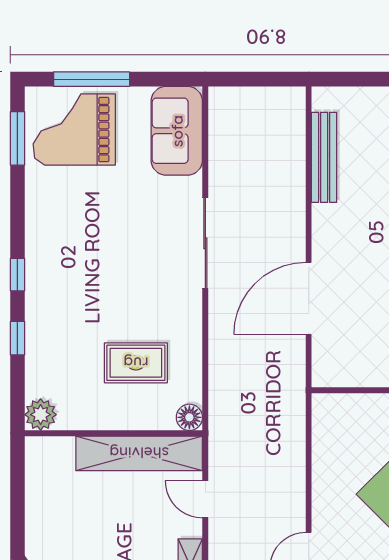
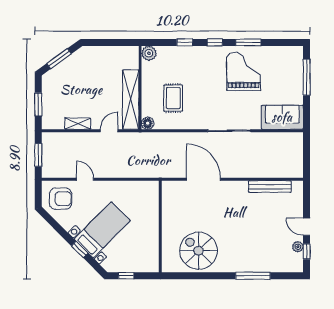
grand piano: (74, 130) -> (244, 71), moved
window: (17, 138) -> (248, 42), moved

